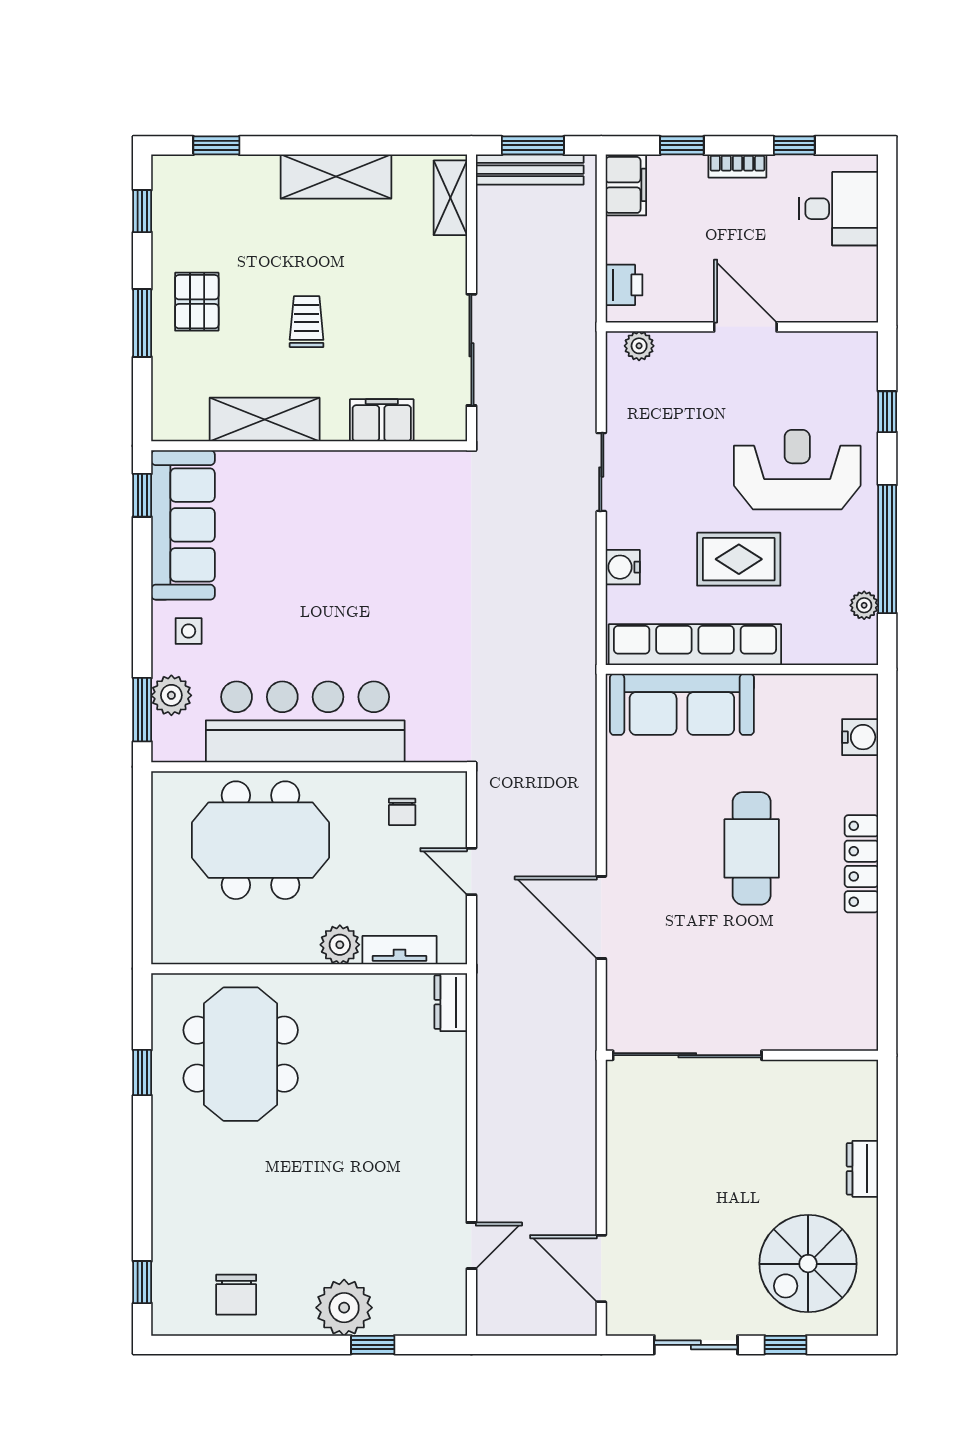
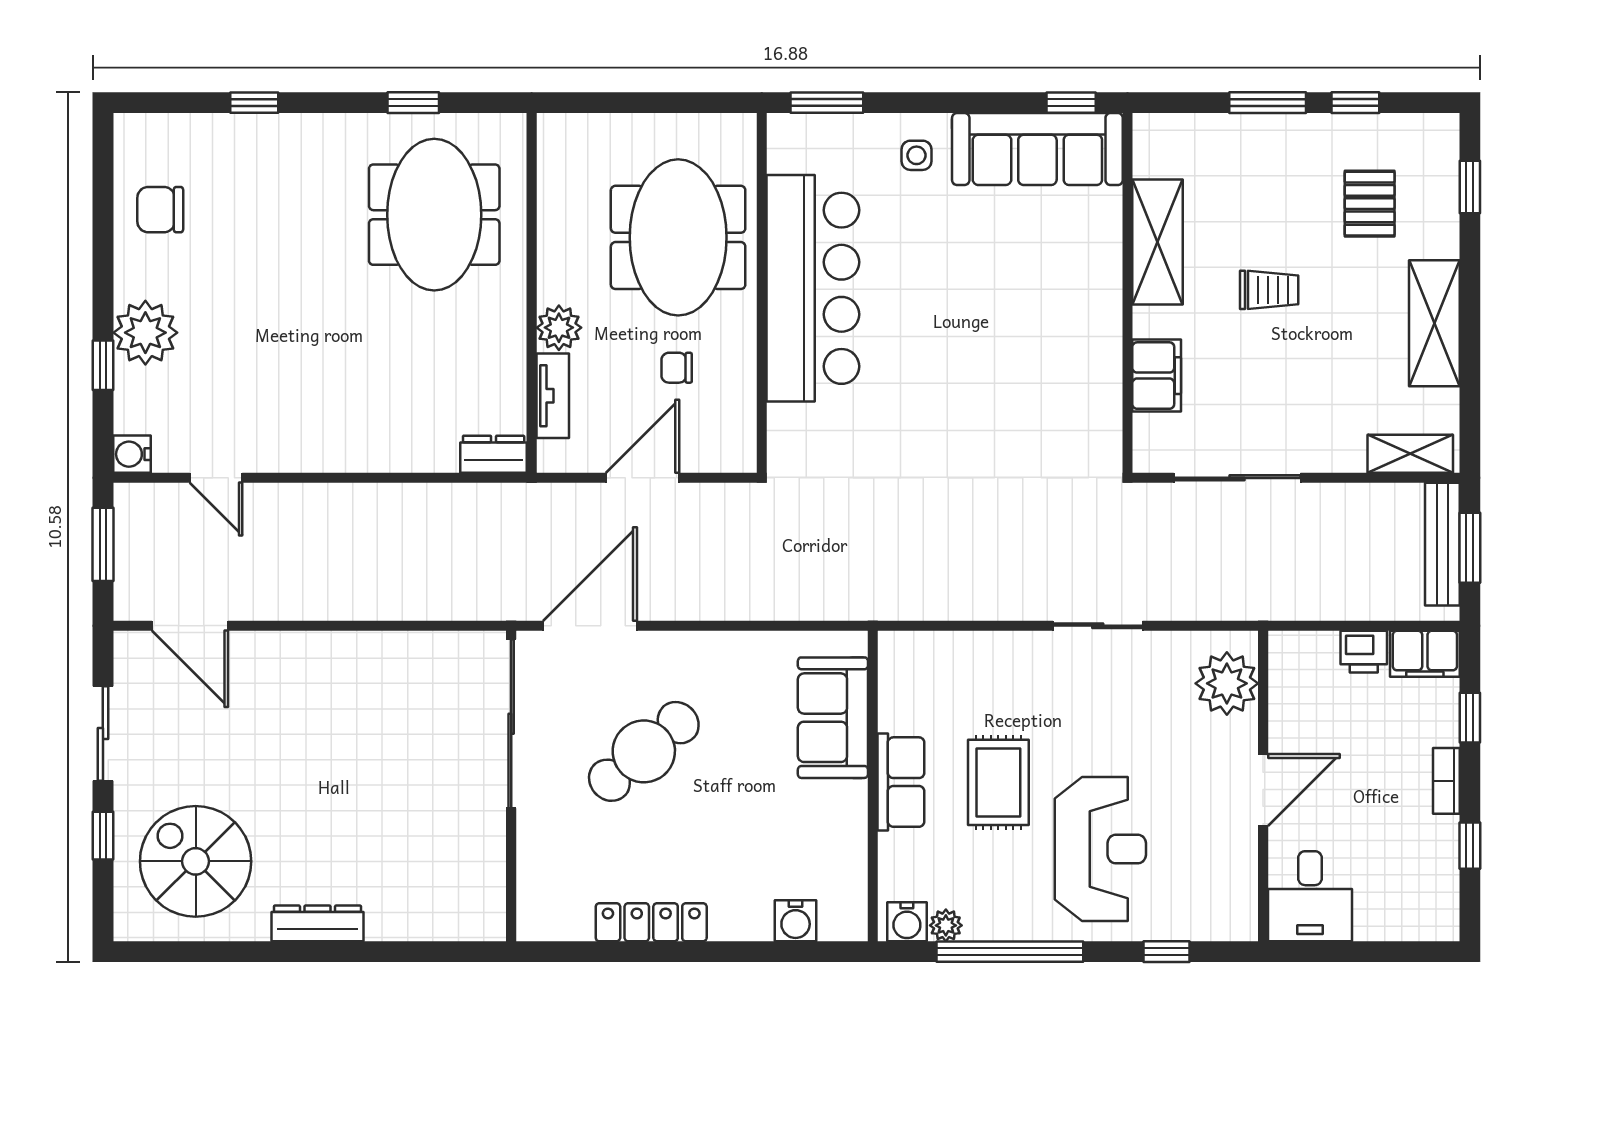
desk: (839, 209) -> (1310, 896), moved
window: (142, 211) -> (1355, 103), moved
printer: (624, 285) -> (1364, 652), moved
pallet: (197, 302) -> (1370, 204), moved, turned 90
plant: (639, 346) -> (1227, 683), width x1.87, depth x1.87
water cooler: (623, 567) -> (907, 922), moved, turned 180
row of seats: (695, 645) -> (901, 782), width x0.50
plant: (171, 695) -> (843, 136), removed
sofa: (682, 704) -> (833, 718), width x0.73
chair: (402, 812) -> (677, 368), moved
cafe table: (752, 848) -> (644, 751), moved, turned -40
door: (471, 871) -> (642, 478), width x1.38
meeting table: (241, 1054) -> (434, 215), turned 90
sliding door: (687, 1055) -> (511, 724), moved
wall: (742, 1055) -> (511, 786), moved
dresser: (862, 1169) -> (317, 923), width x1.44
door: (601, 1268) -> (190, 626), swing flipped
window: (142, 1282) -> (254, 103), moved
water cooler: (451, 1319) -> (132, 454), added
window: (530, 1345) -> (103, 544), added

